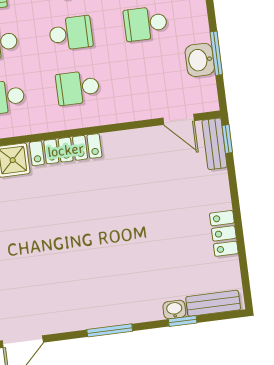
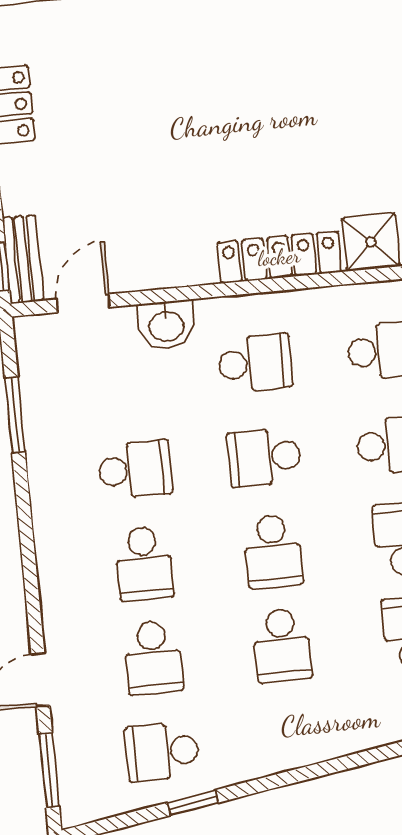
washbasin: (200, 60) -> (166, 325), moved, turned 90
door: (179, 119) -> (83, 303), hinge flipped

